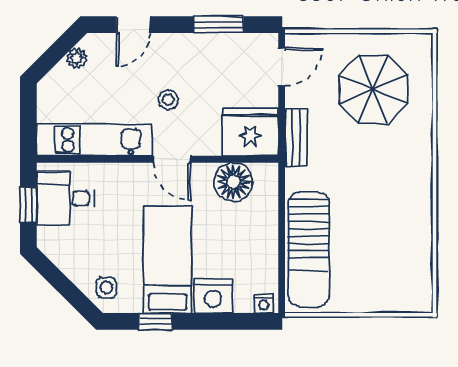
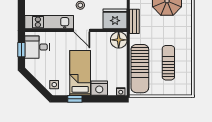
floor lamp: (233, 182) -> (119, 40), moved
sun lounger: (376, 236) -> (168, 63), added

